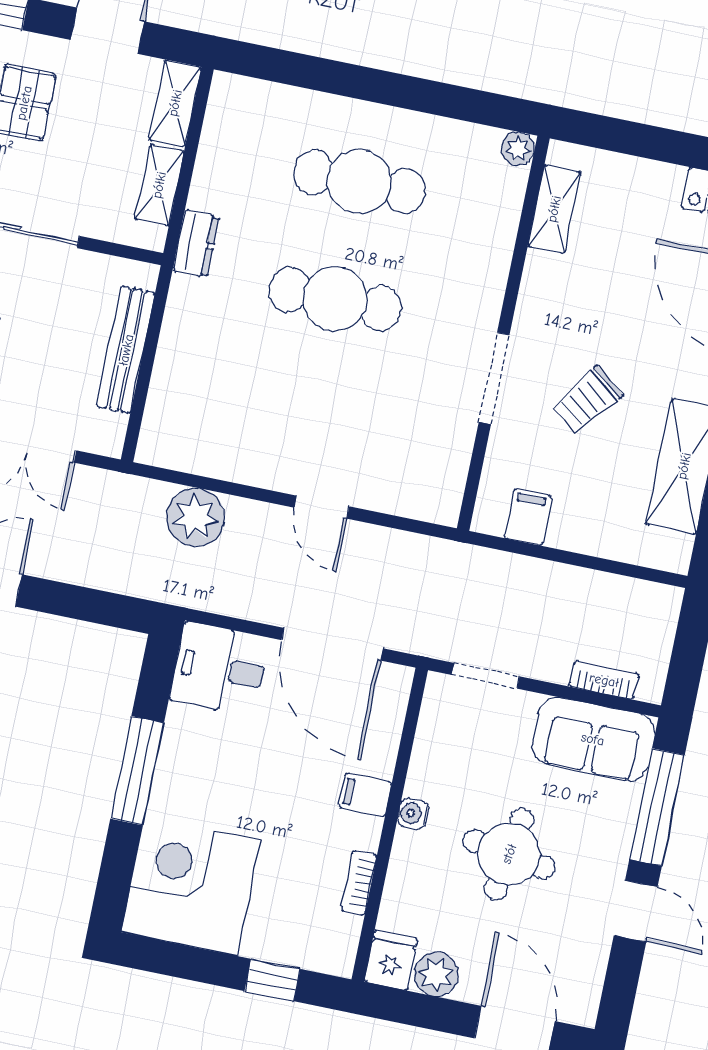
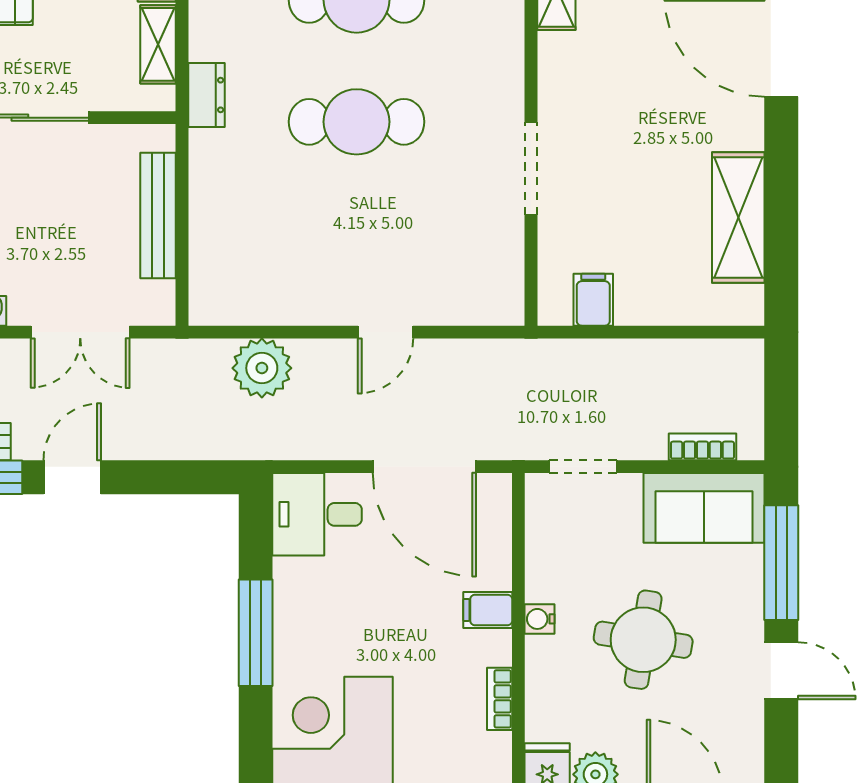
trolley: (587, 401) -> (628, 172), removed
door: (322, 507) -> (386, 332), hinge flipped

